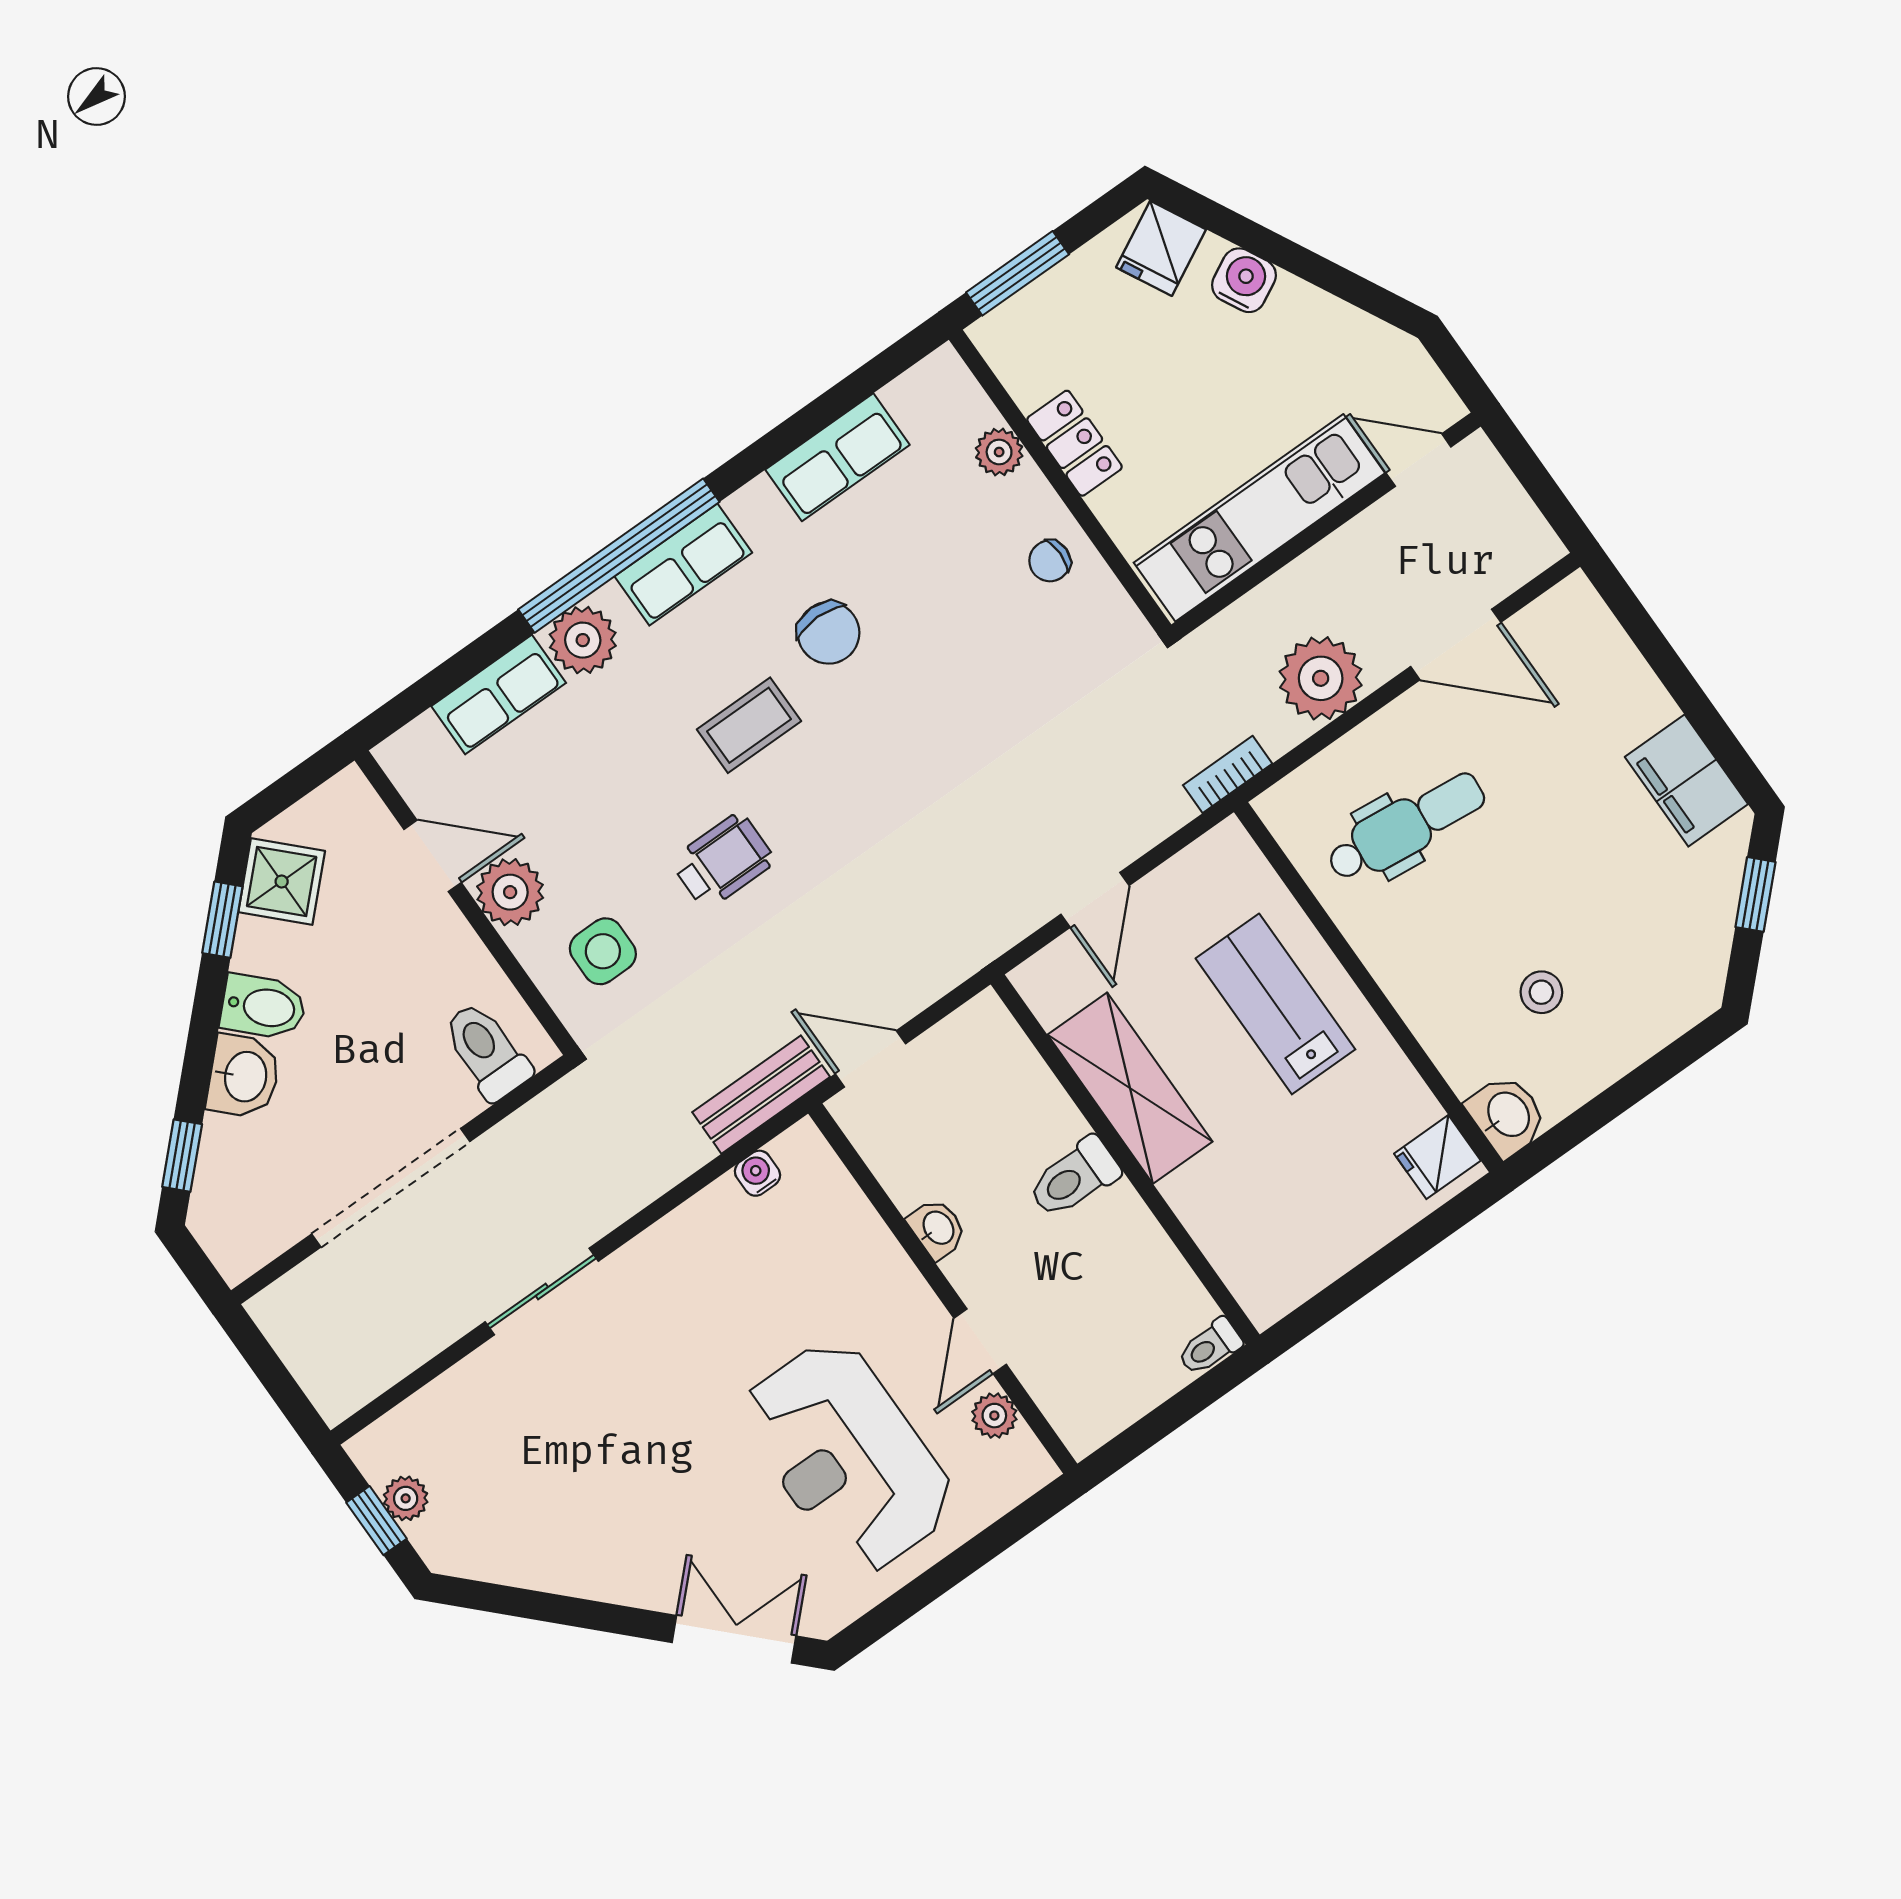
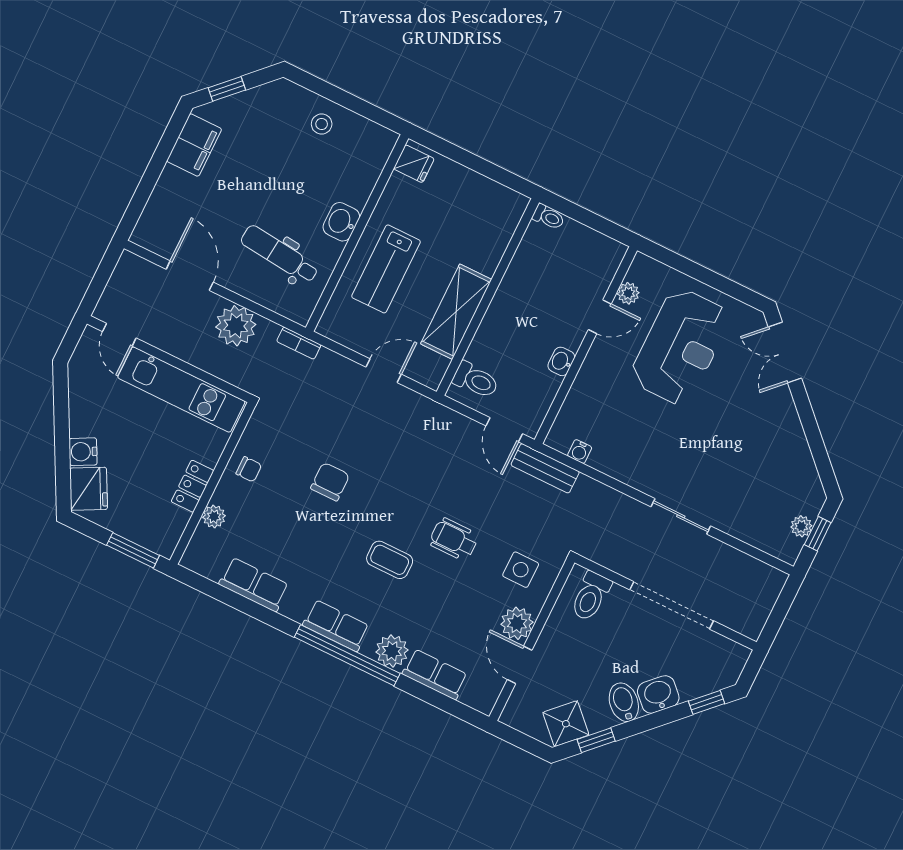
fridge: (1161, 248) -> (89, 489), width x1.38
chair: (829, 633) -> (330, 482), moved
stool: (1541, 992) -> (322, 124), moved
washbasin: (1507, 1115) -> (341, 222), moved
toilet: (1074, 1178) -> (476, 380), moved

